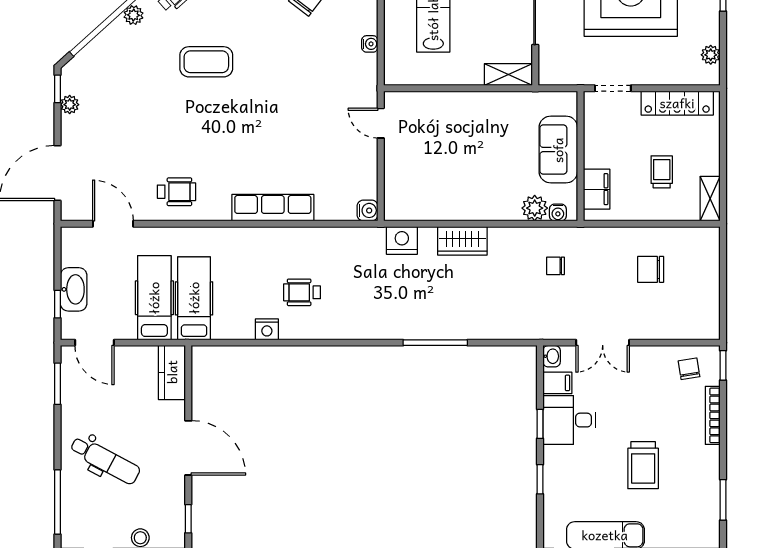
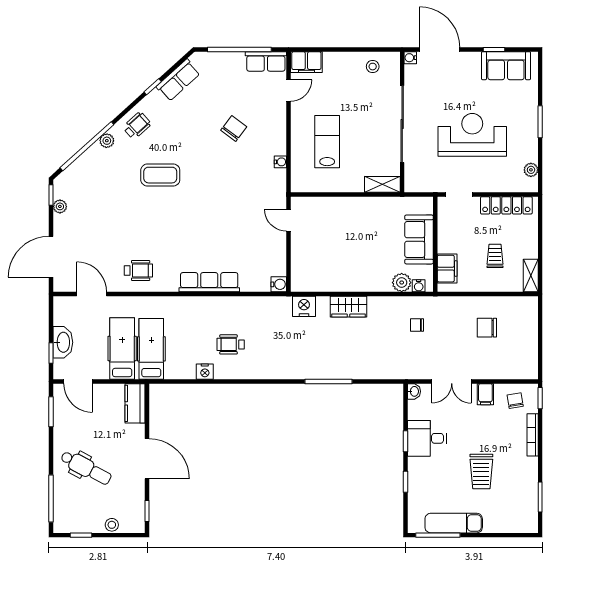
filing cabinet: (557, 383) -> (485, 394), moved, turned 90

